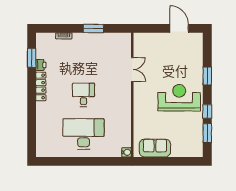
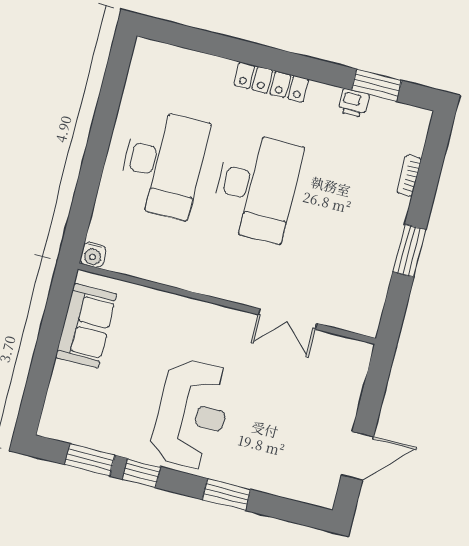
locker: (41, 86) -> (271, 82), moved
desk: (84, 95) -> (256, 187), width x1.87, depth x1.30

